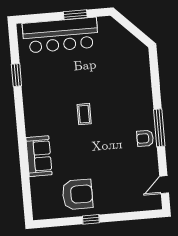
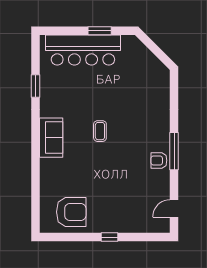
sofa: (39, 156) -> (51, 138), moved
armchair: (77, 194) -> (71, 212), moved
window: (91, 219) -> (109, 237), moved

